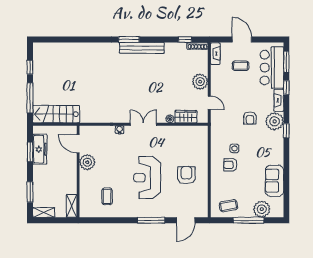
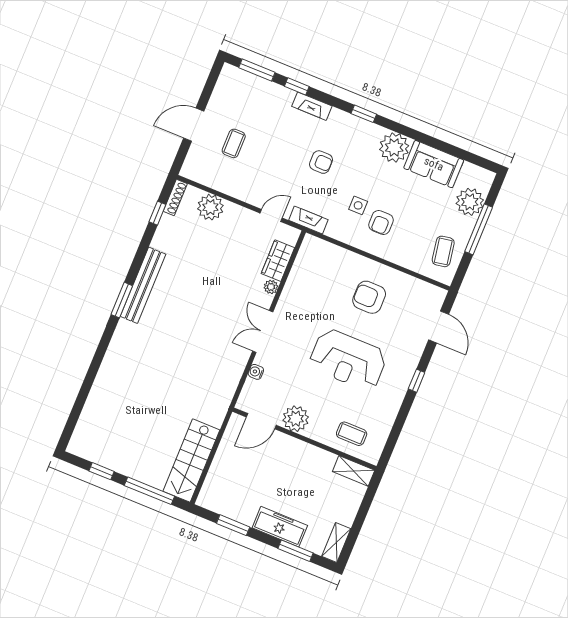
fireplace: (215, 54) -> (308, 220), moved
bar counter: (272, 68) -> (256, 96), removed
plant: (200, 82) -> (210, 207), moved
plant: (275, 121) -> (394, 148), moved
door: (78, 144) -> (261, 421), moved
freezer: (40, 149) -> (280, 527), moved
plant: (87, 162) -> (296, 419), moved
wall: (78, 172) -> (304, 439), moved
shelving: (72, 206) -> (354, 471), moved
window: (151, 220) -> (417, 381), width x0.46

